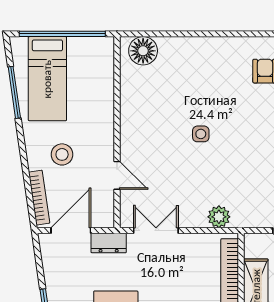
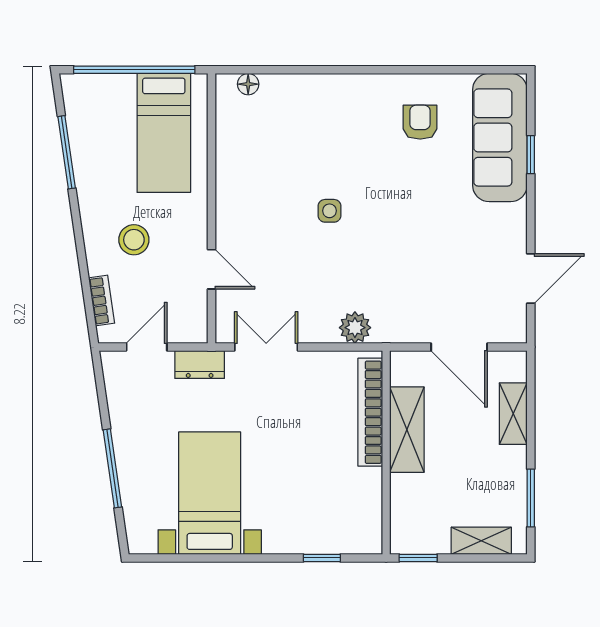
floor lamp: (143, 51) -> (248, 84), width x0.53, depth x0.53
bed: (47, 79) -> (164, 133), moved
bookcase: (39, 198) -> (102, 301), width x0.64
door: (71, 231) -> (147, 347), width x0.73

